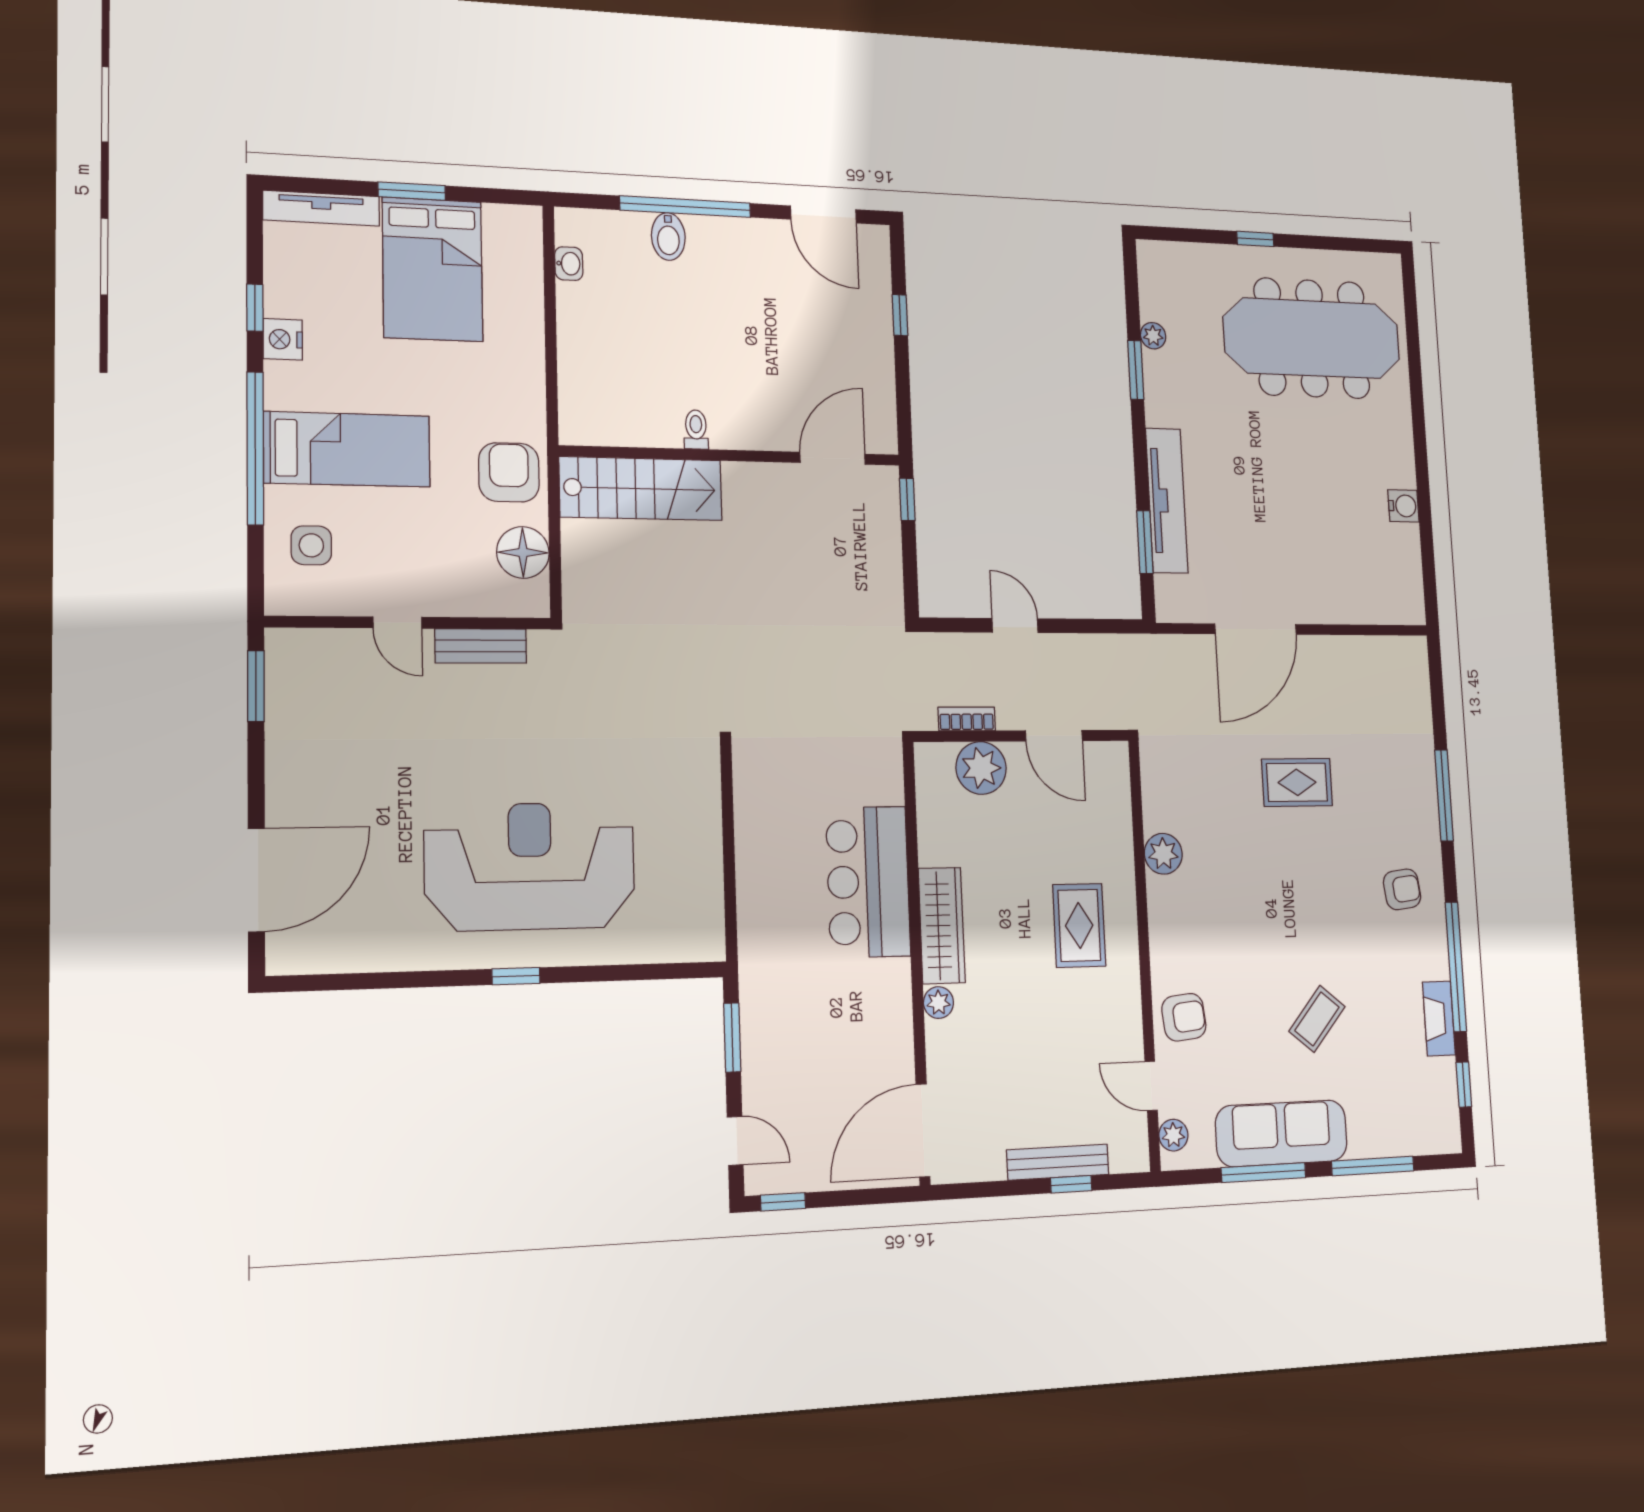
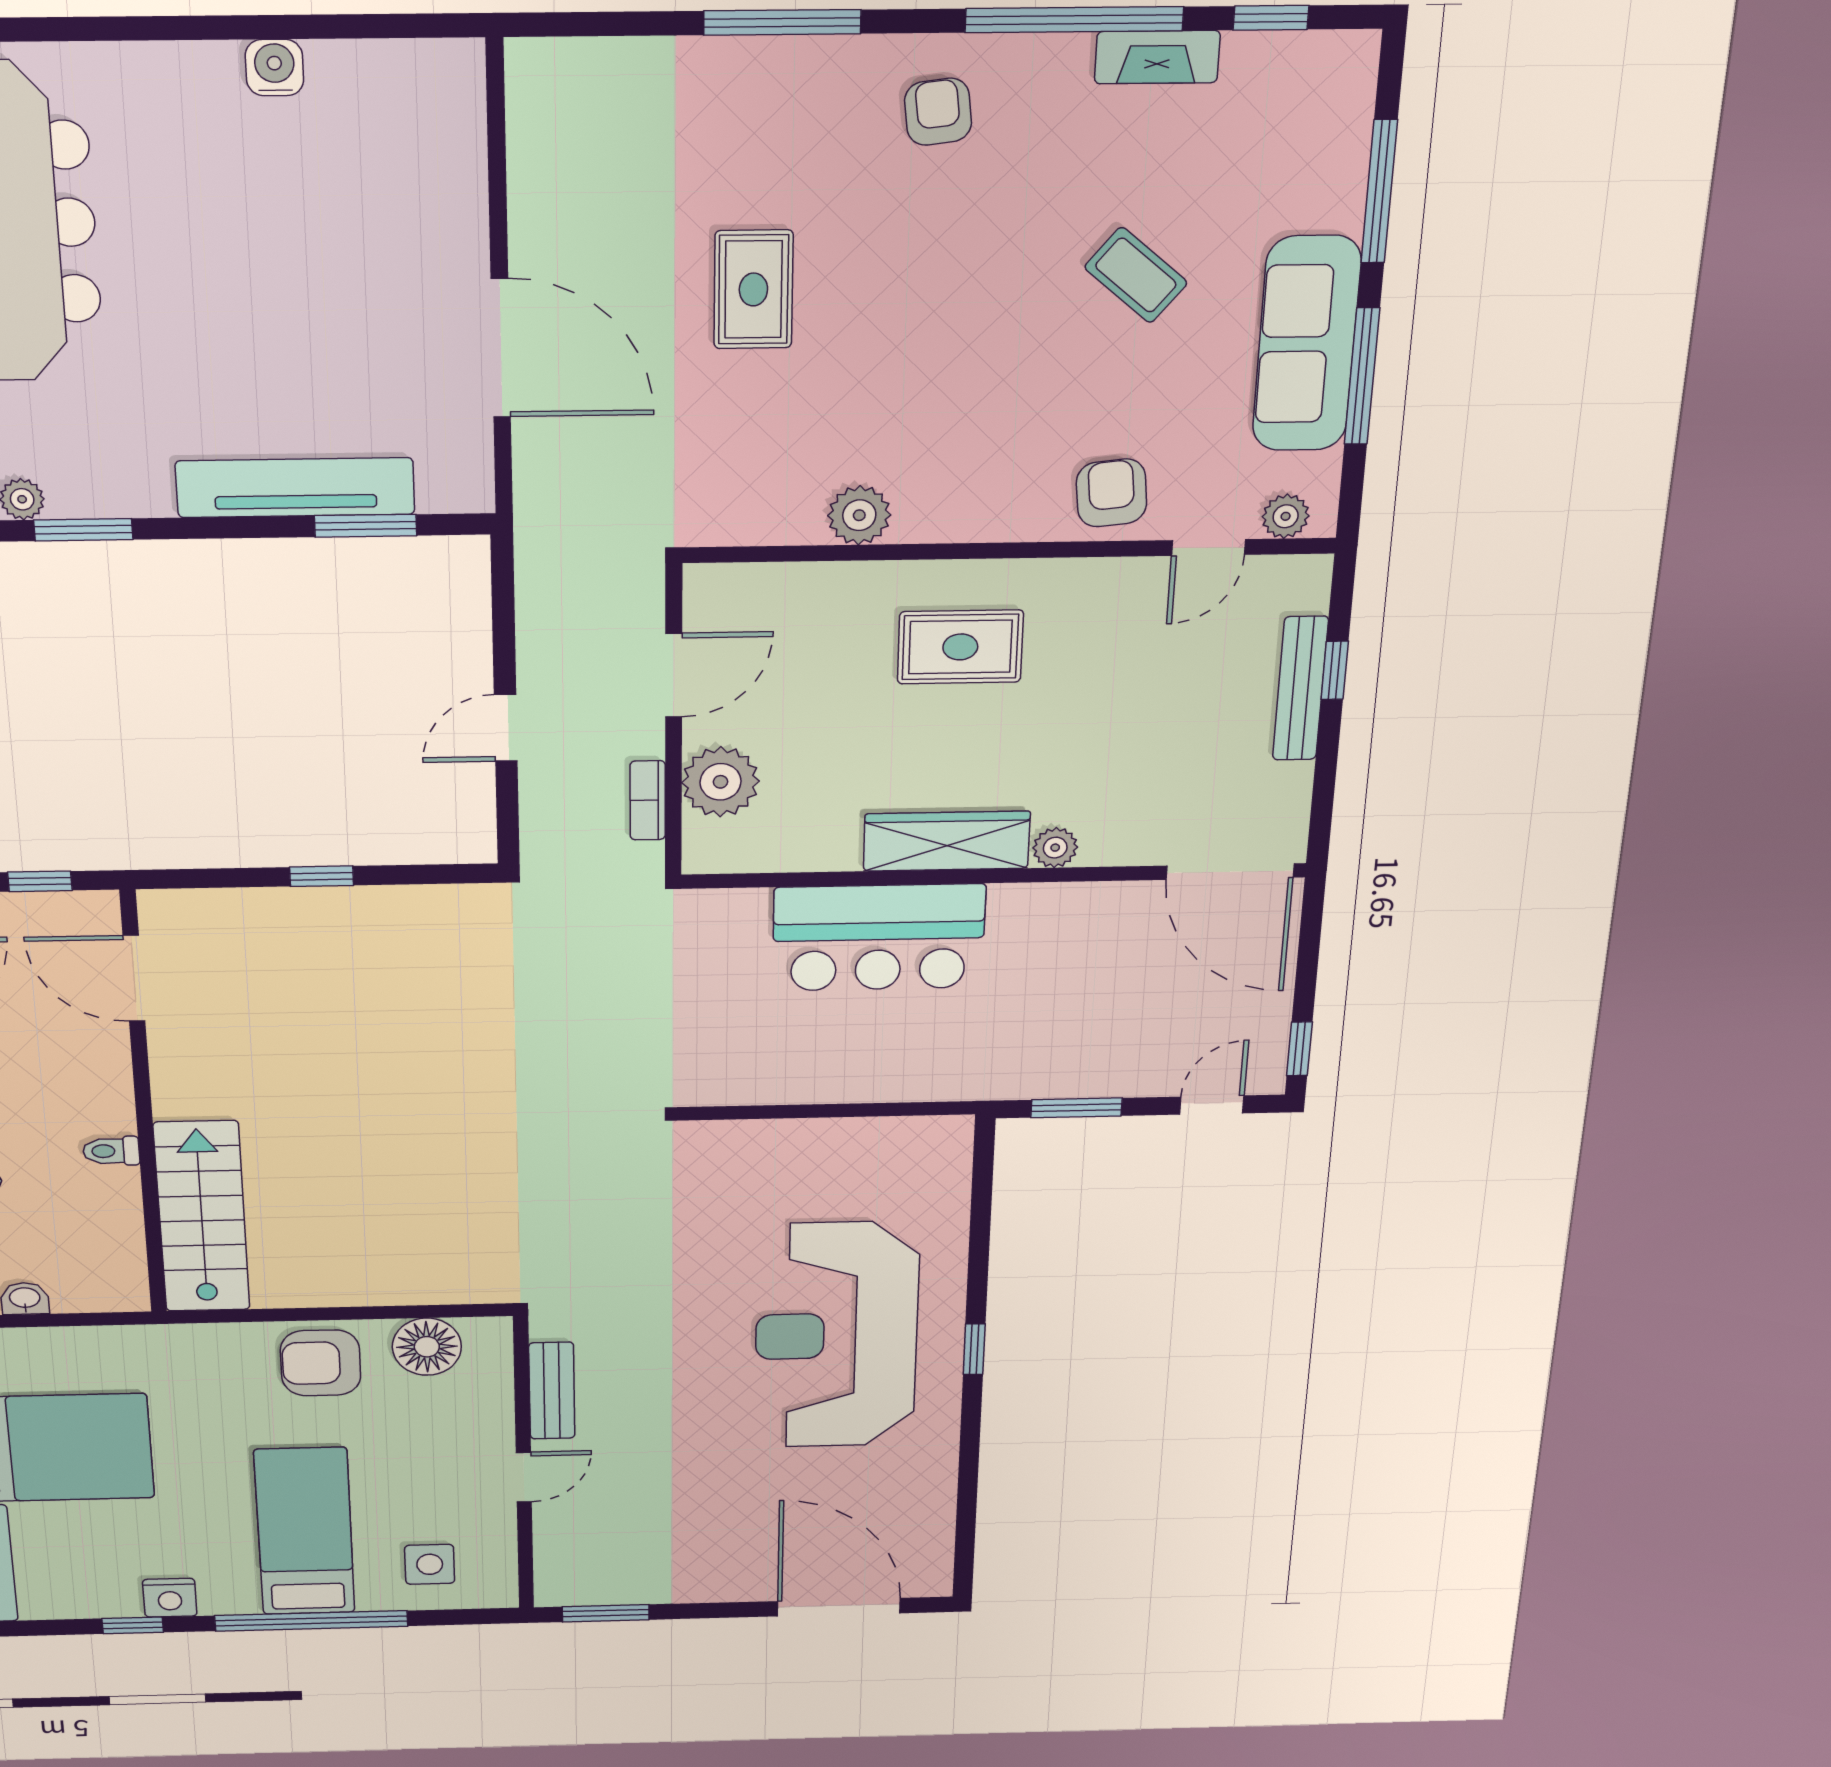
toilet: (696, 430) -> (111, 1151), moved
wall: (732, 456) -> (144, 1107), moved
door: (833, 458) -> (134, 978), moved
stairs: (641, 489) -> (202, 1217), moved

